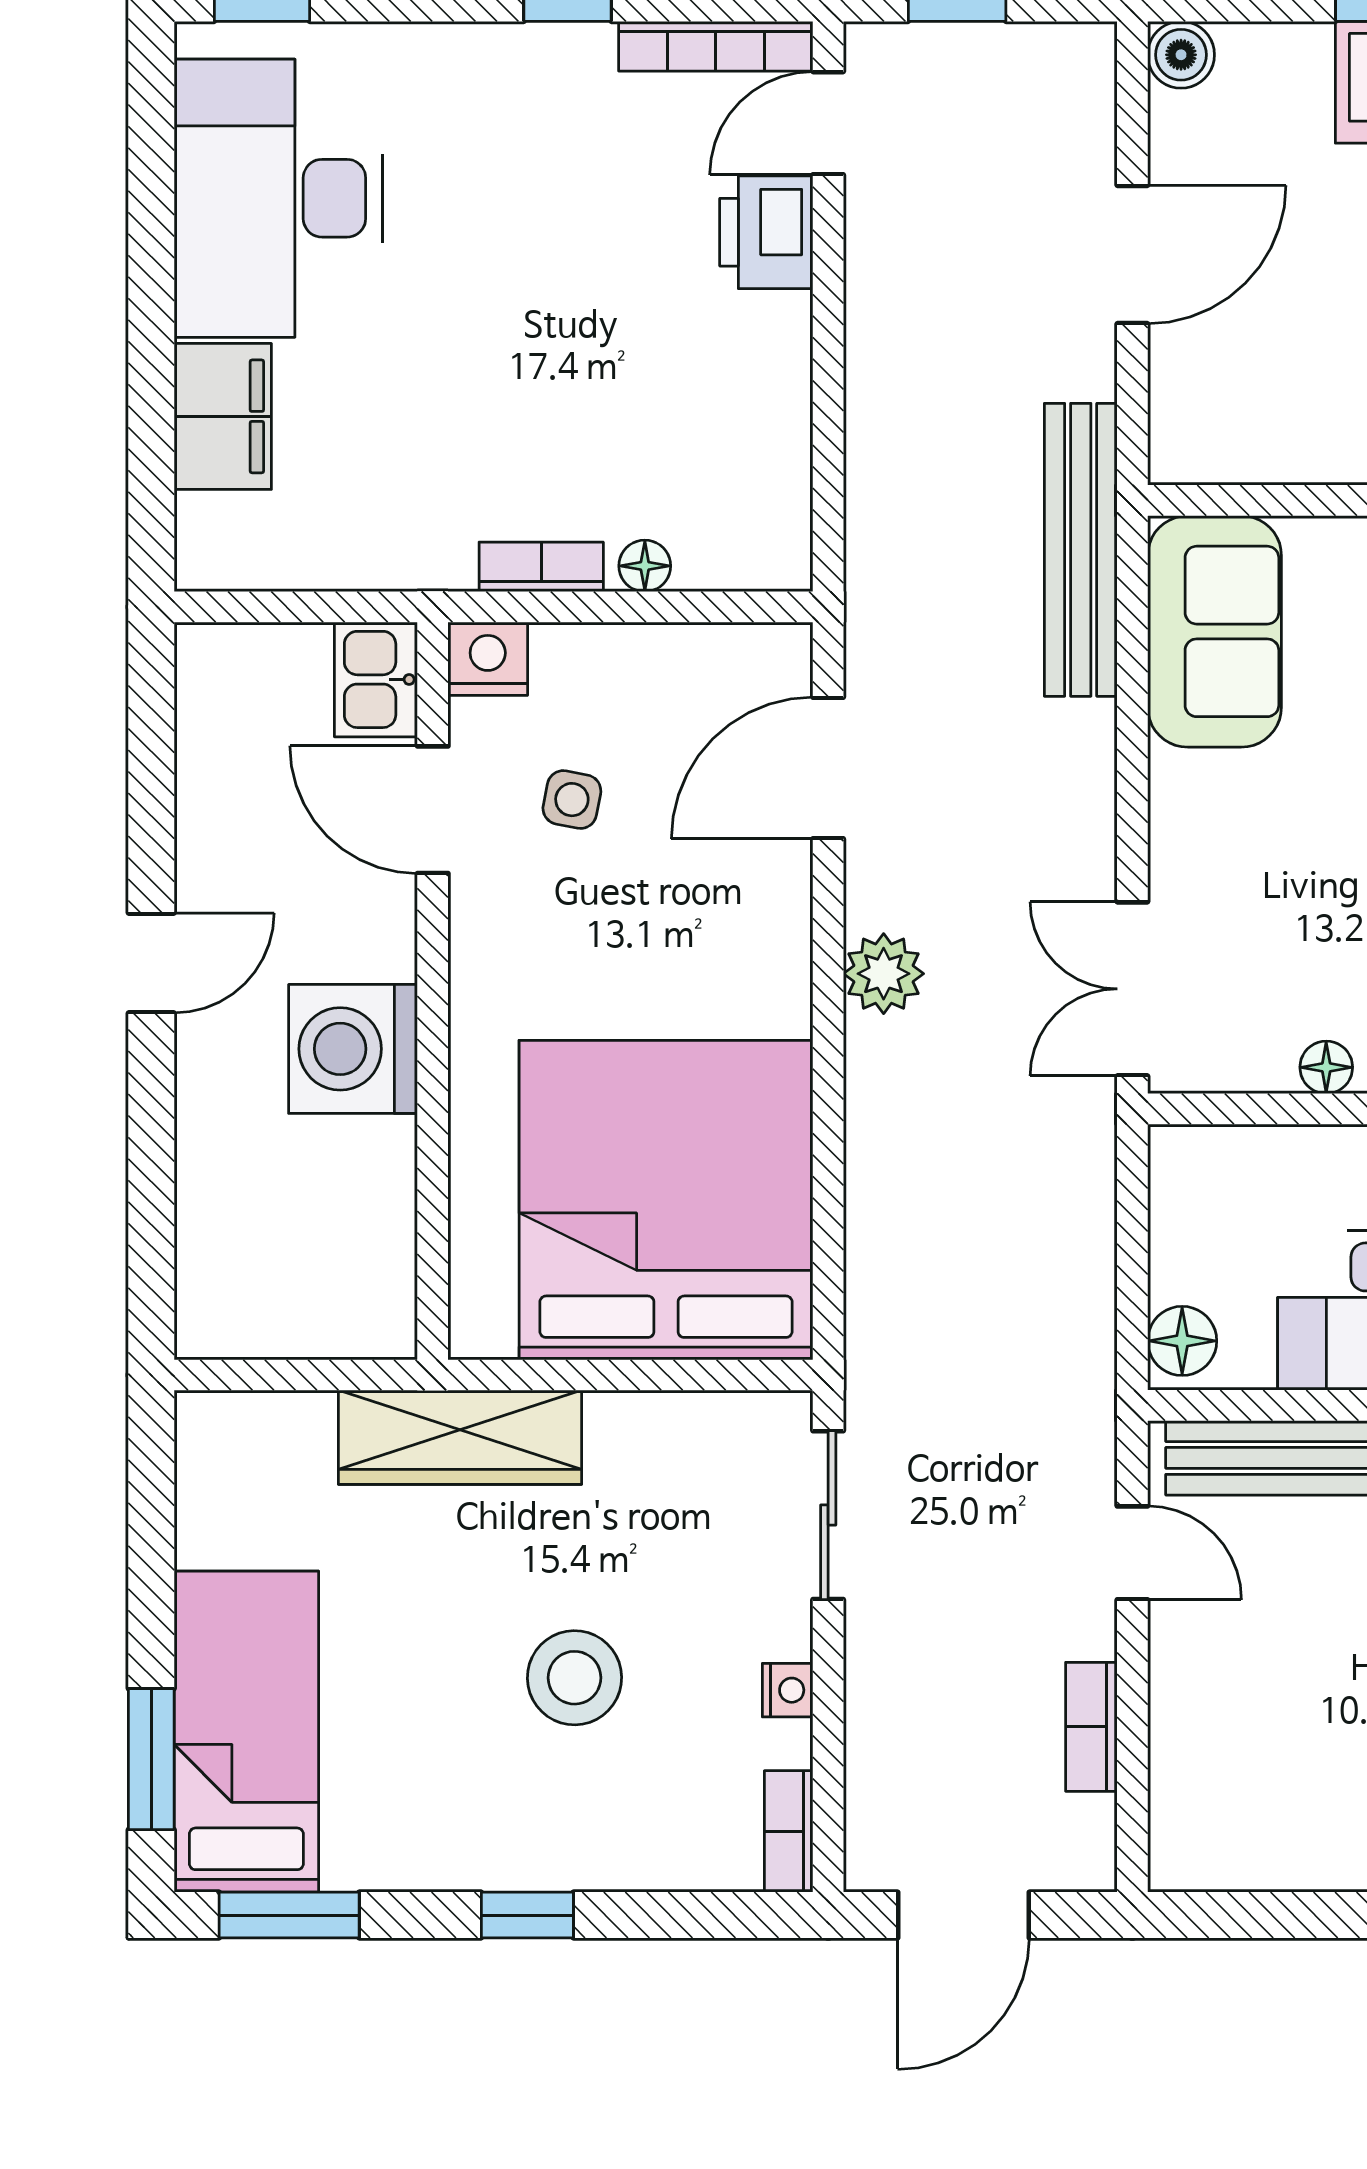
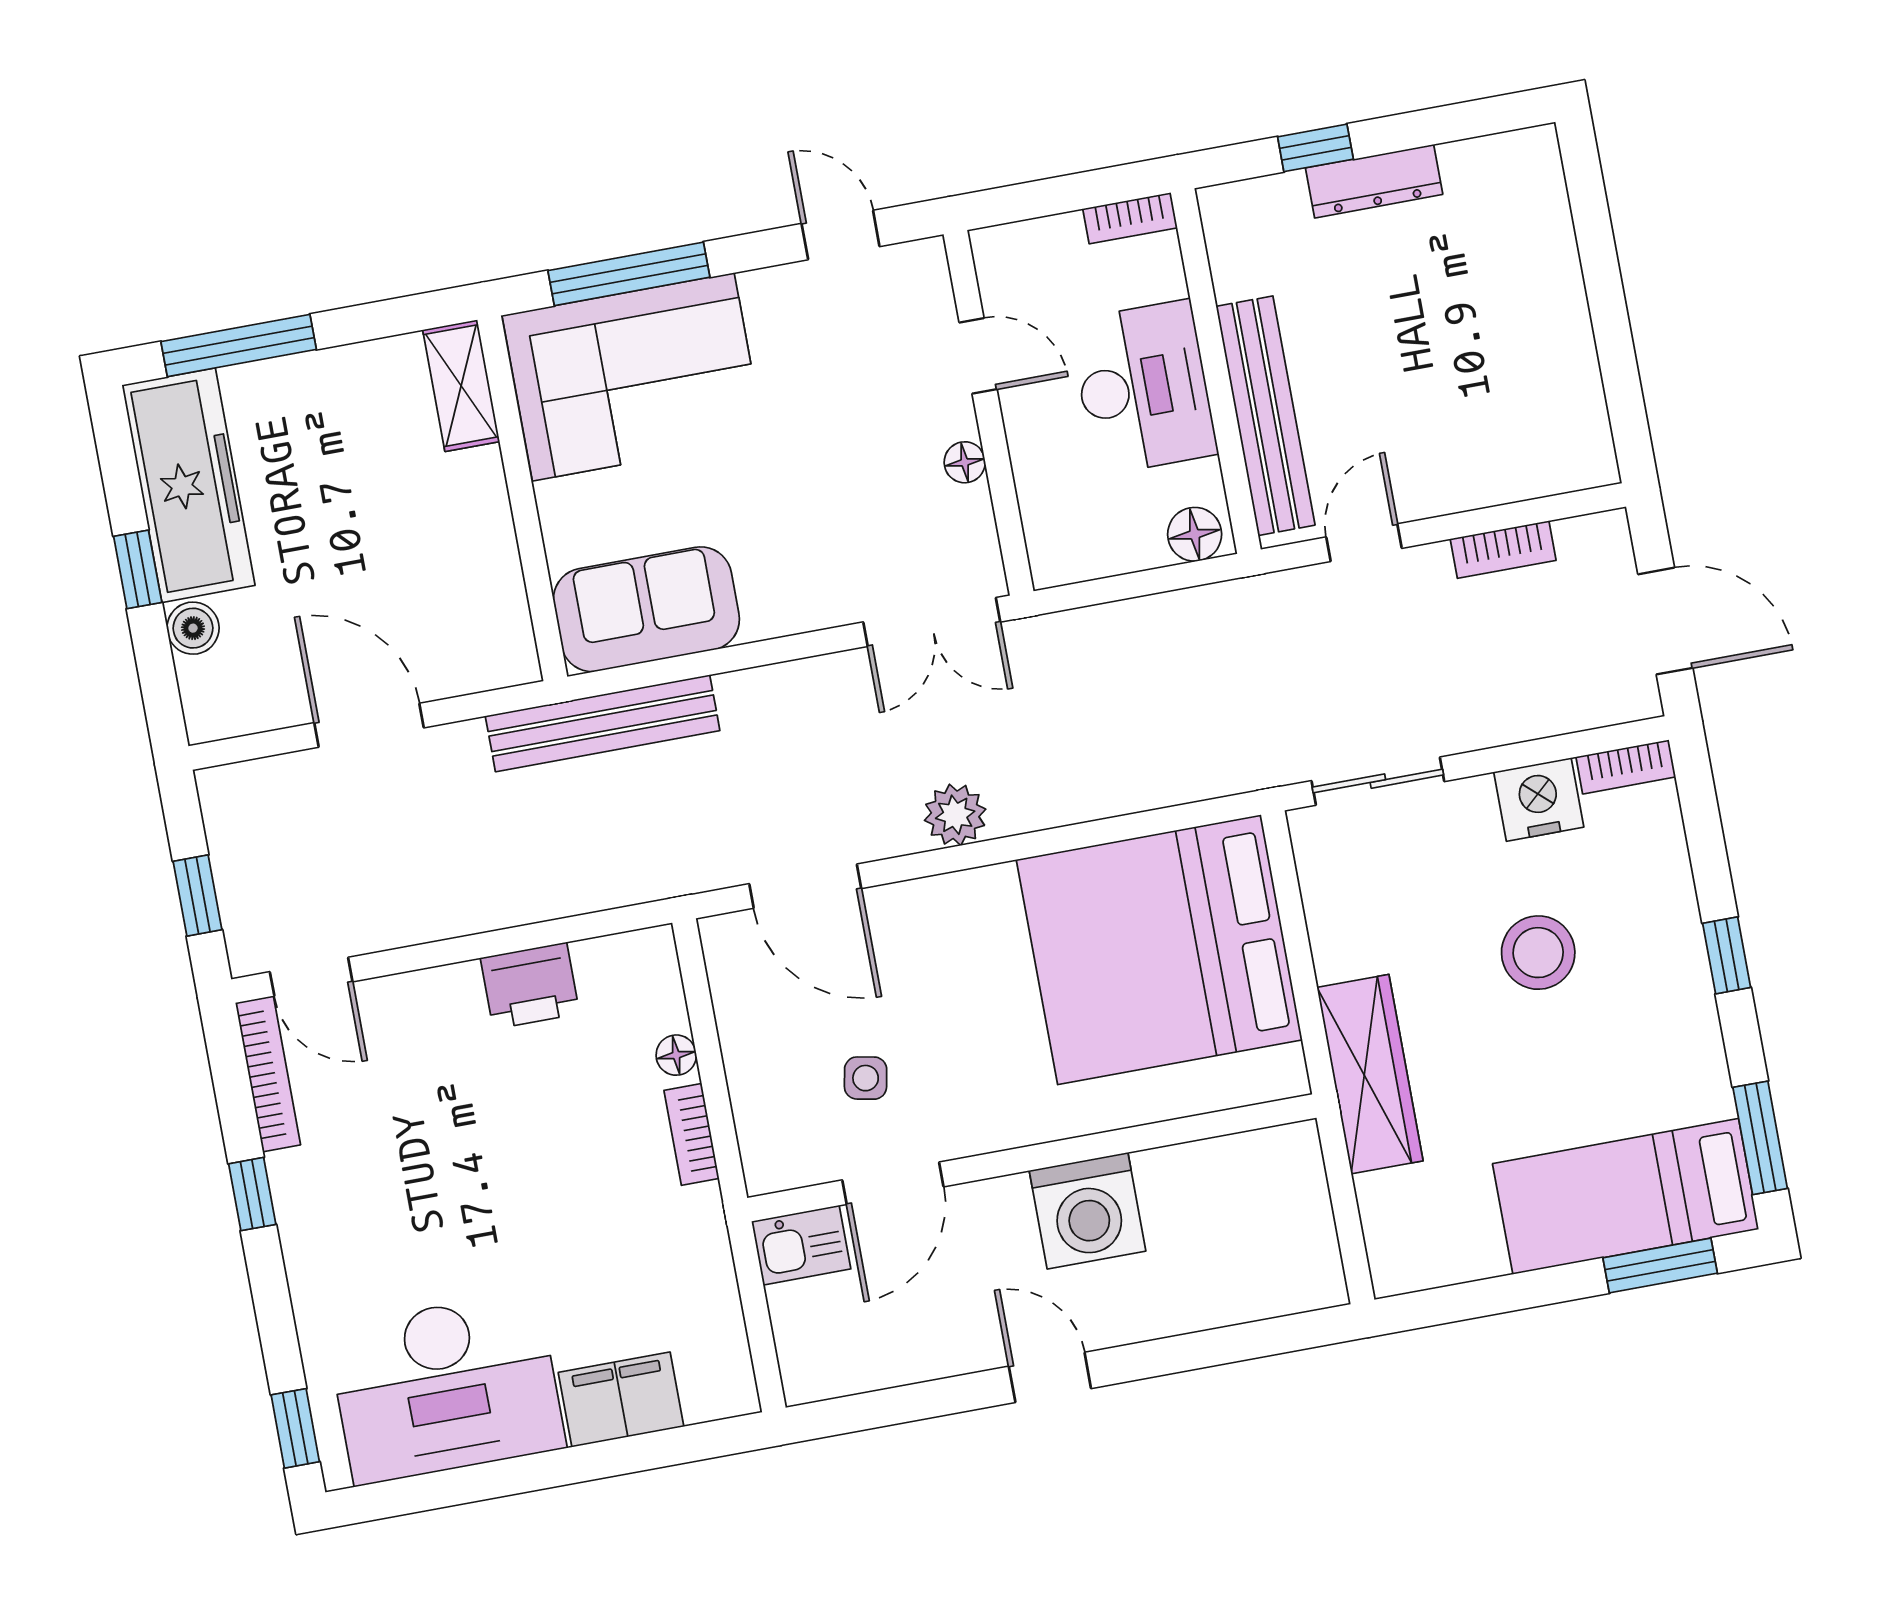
boiler: (1181, 55) -> (193, 628), moved
printer: (766, 232) -> (530, 986), moved
nightstand: (488, 659) -> (770, 1162), removed
nightstand: (788, 1690) -> (1539, 800), width x1.89, depth x1.79

